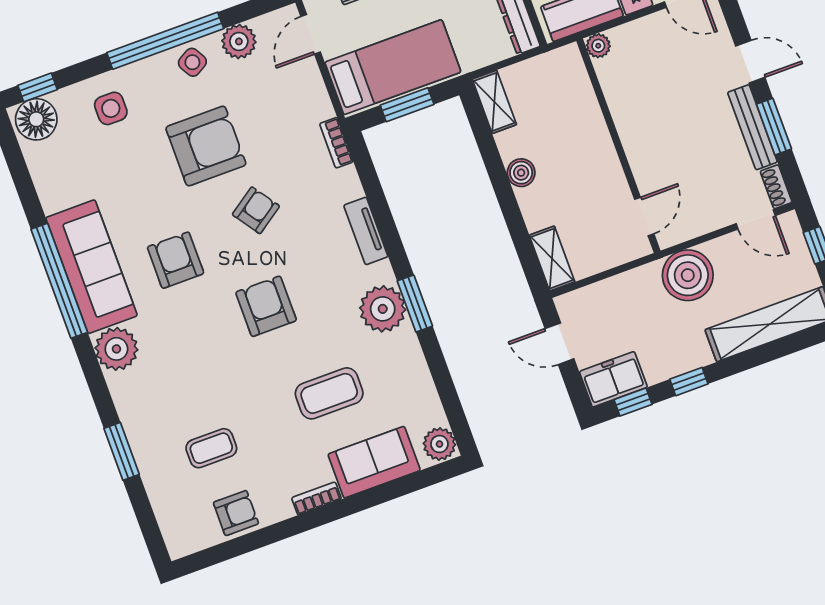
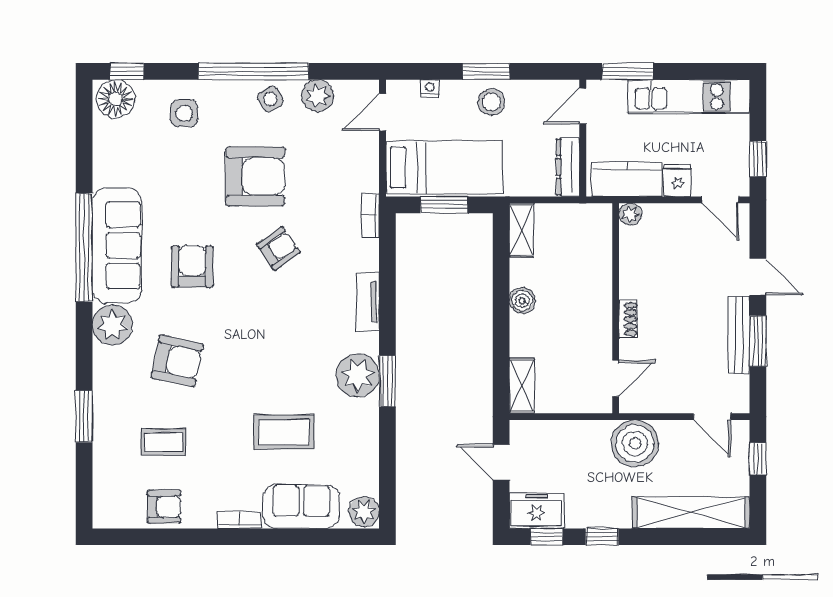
shoe rack: (776, 187) -> (628, 319), moved, turned 180
armchair: (266, 306) -> (177, 361), moved, turned 102

